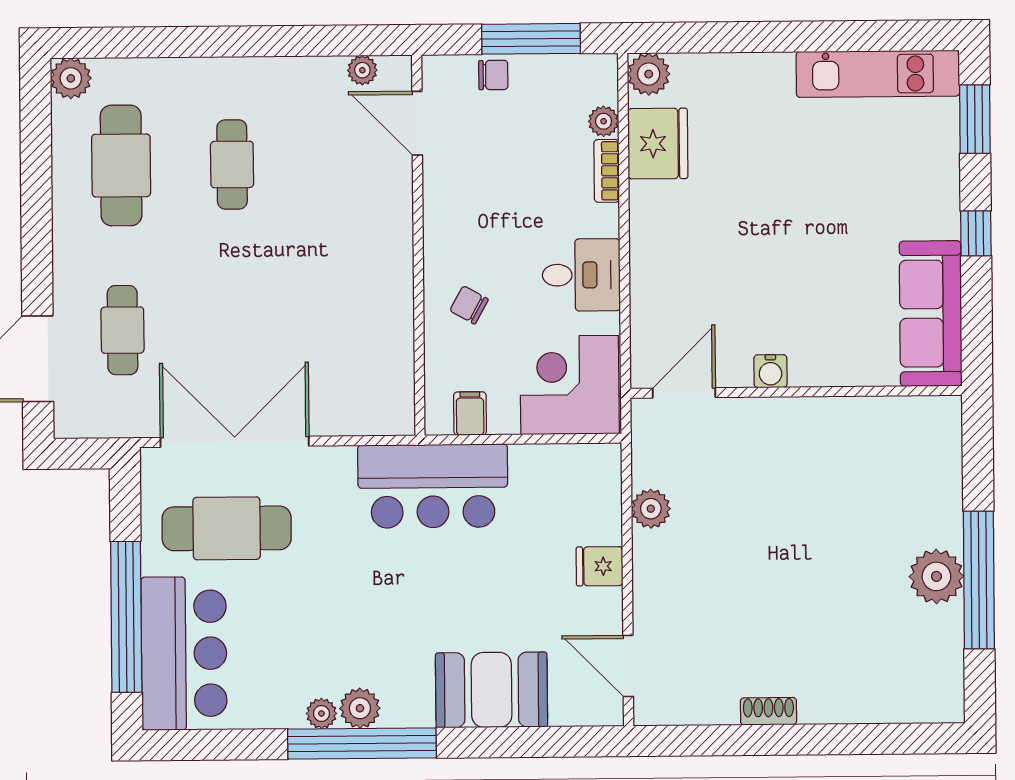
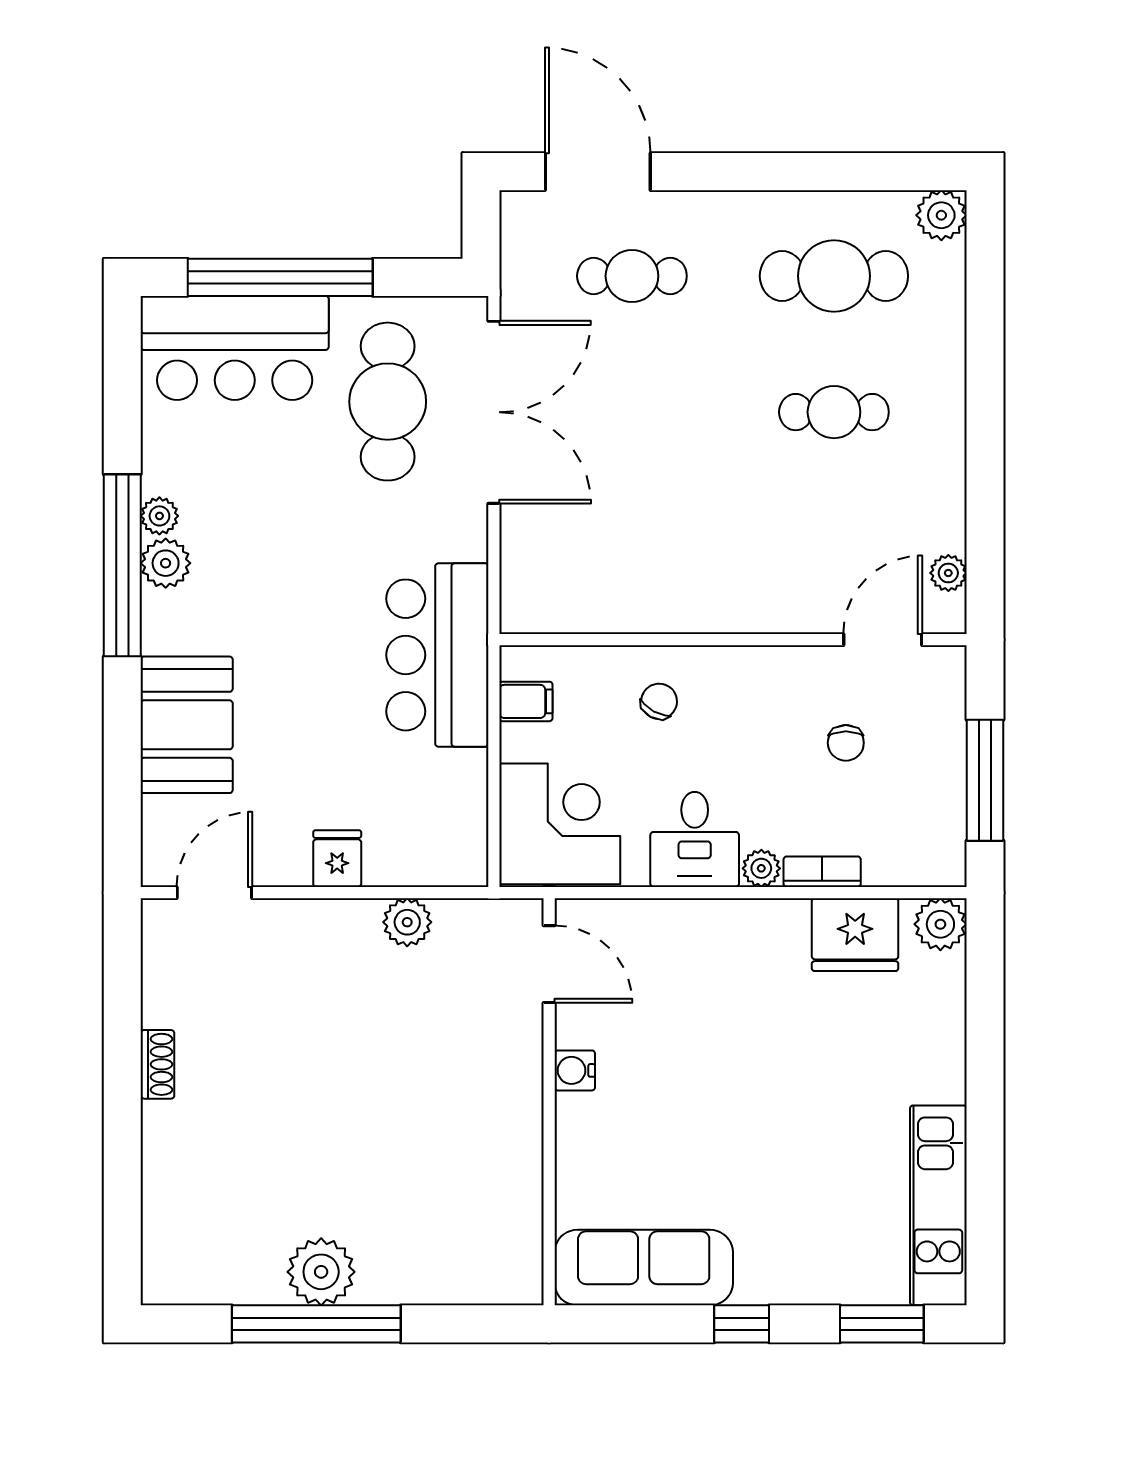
chair: (493, 75) -> (846, 743), moved
plant: (604, 121) -> (761, 868), moved

